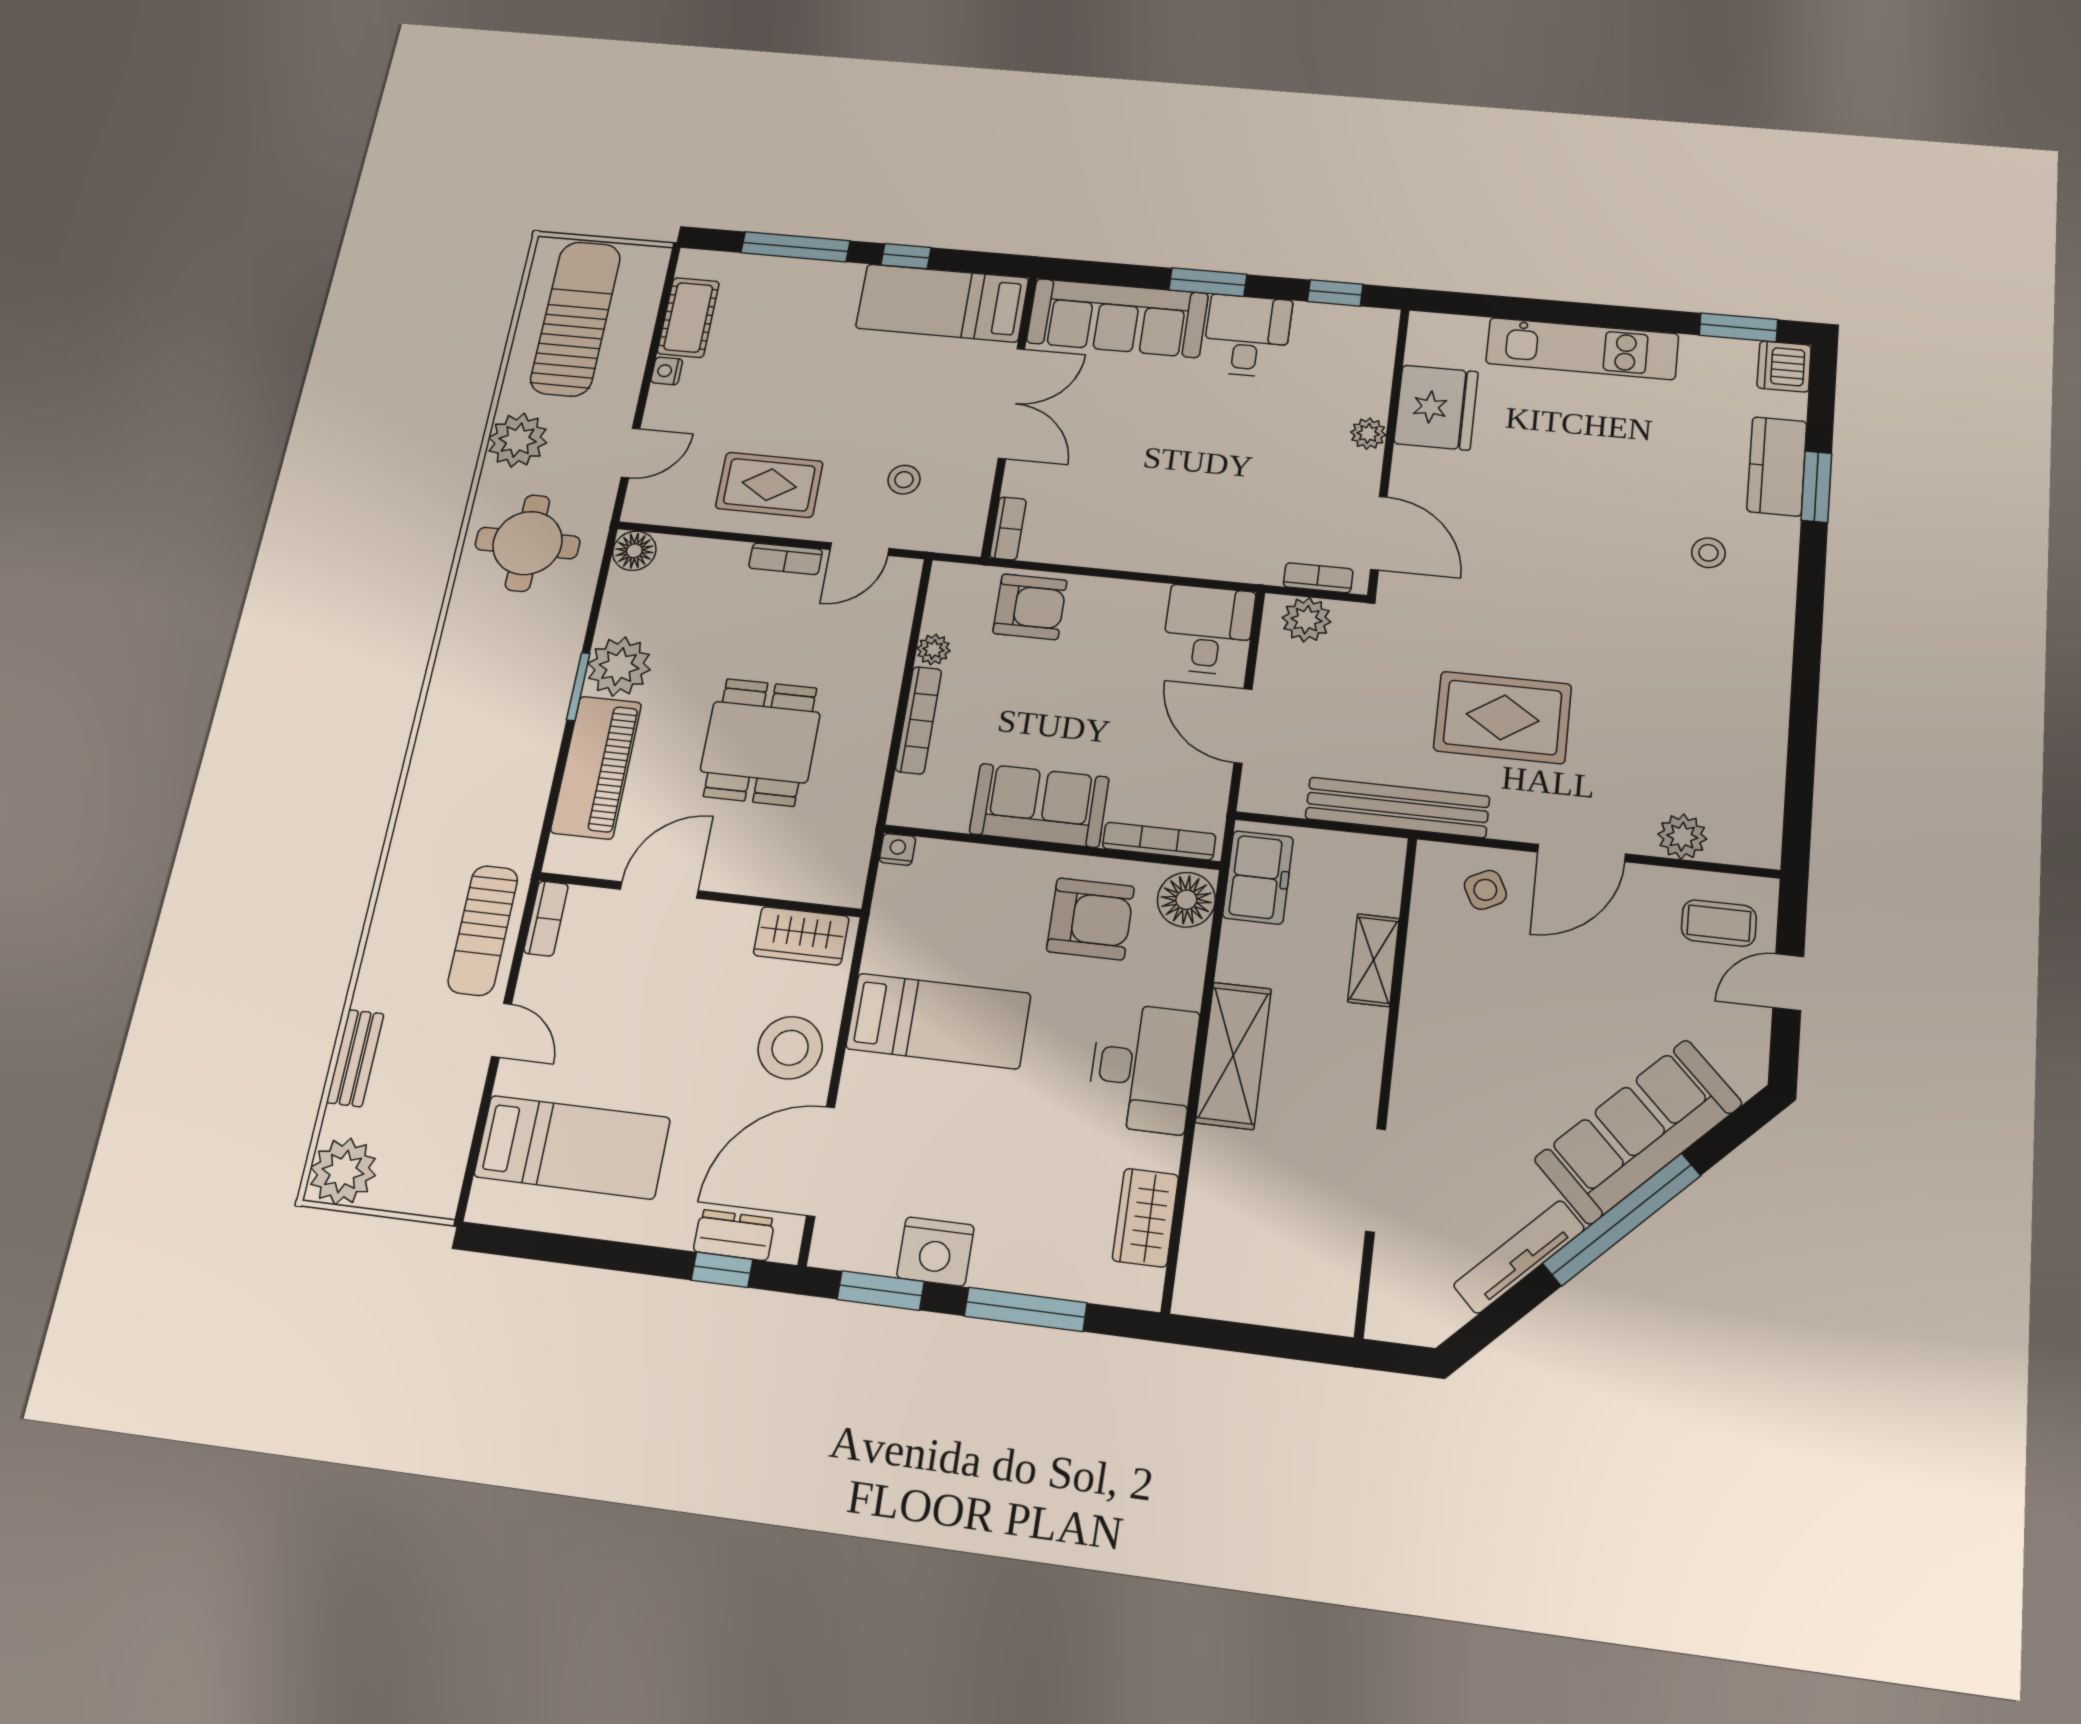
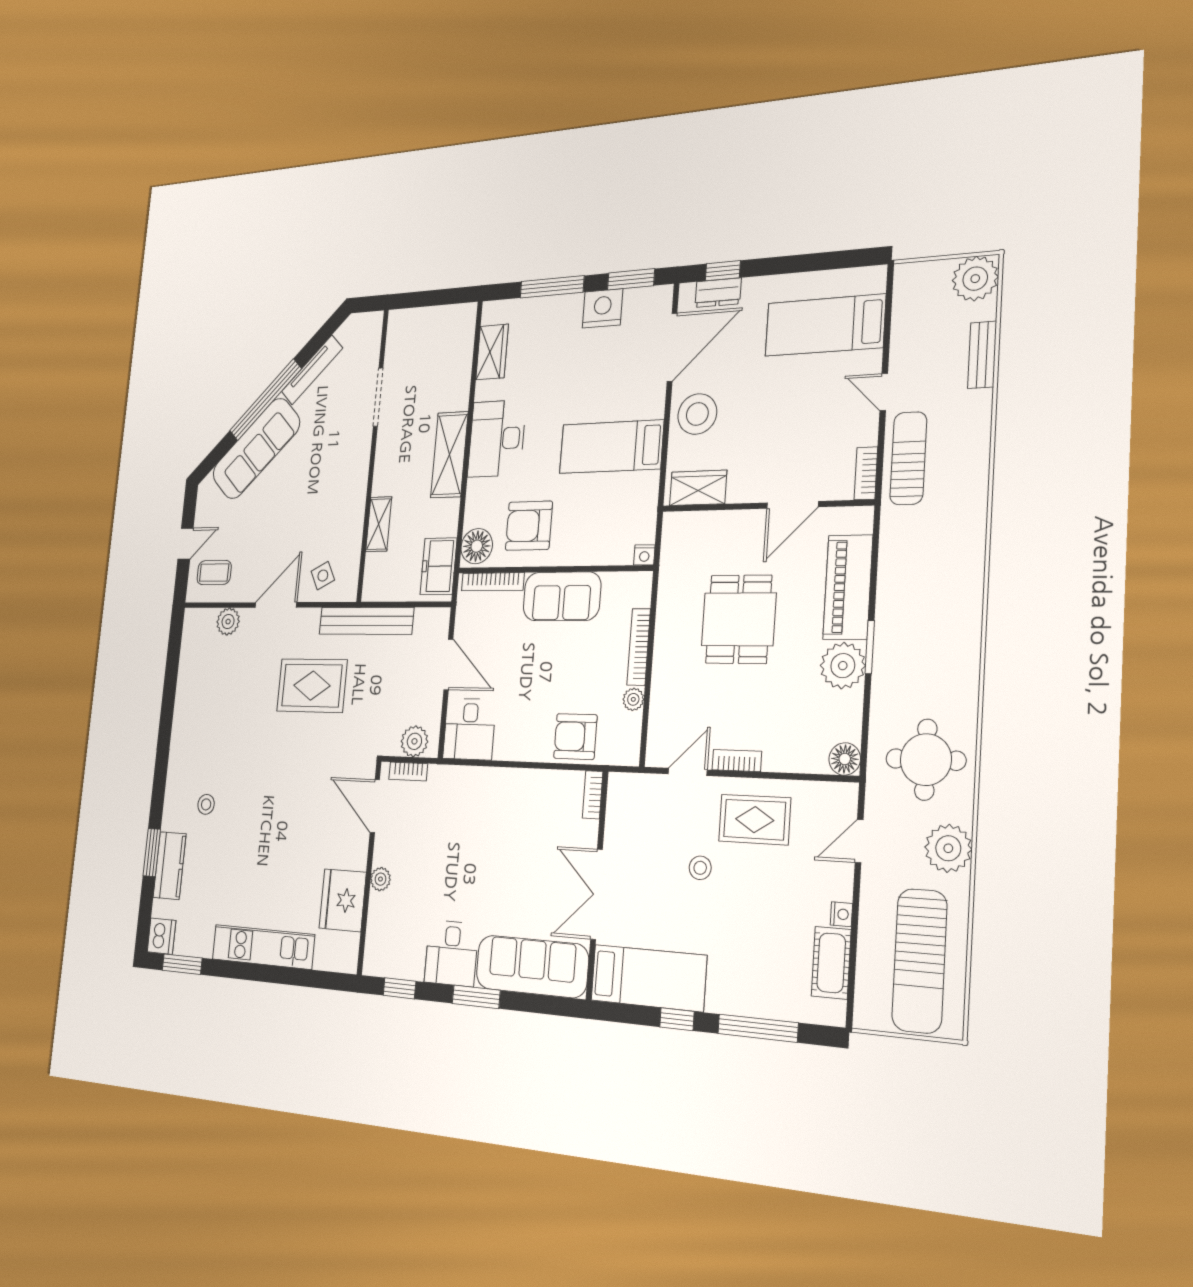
stool: (904, 480) -> (700, 868), moved

